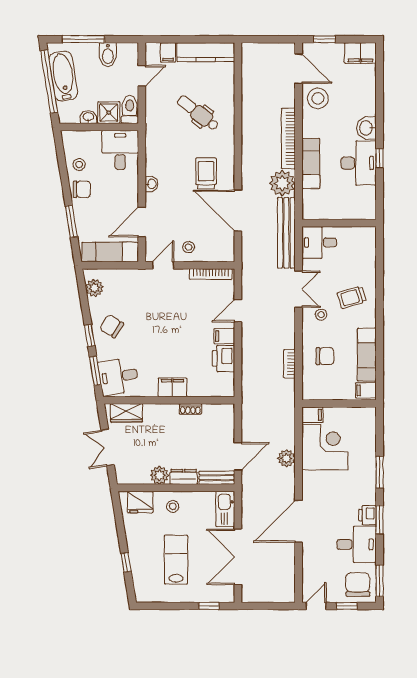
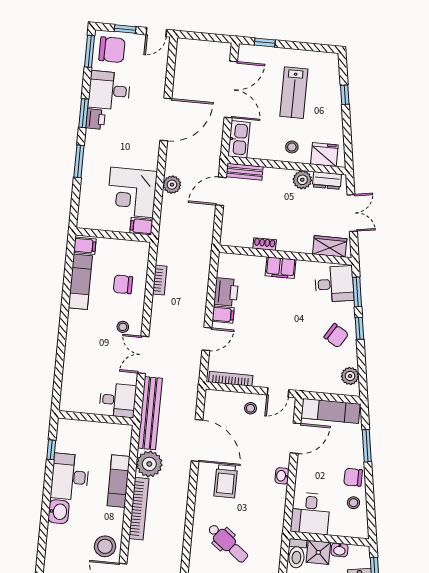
window: (380, 158) -> (51, 450), moved
trolley: (352, 297) -> (90, 341), removed
dresser: (184, 477) -> (327, 181), moved
chair: (358, 585) -> (112, 50), turned -90

